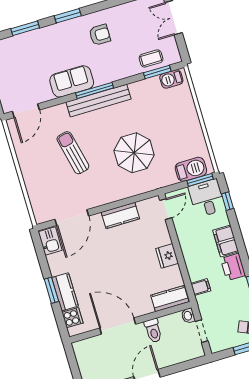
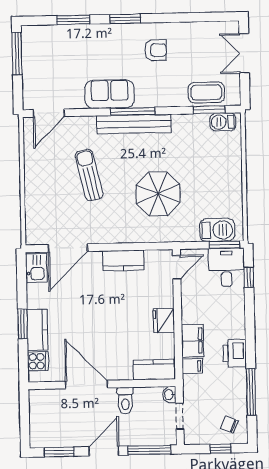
coffee table: (151, 58) -> (206, 93), width x1.36, depth x1.30
filing cabinet: (226, 241) -> (193, 341), moved, turned 180
window: (184, 366) -> (149, 450), added

